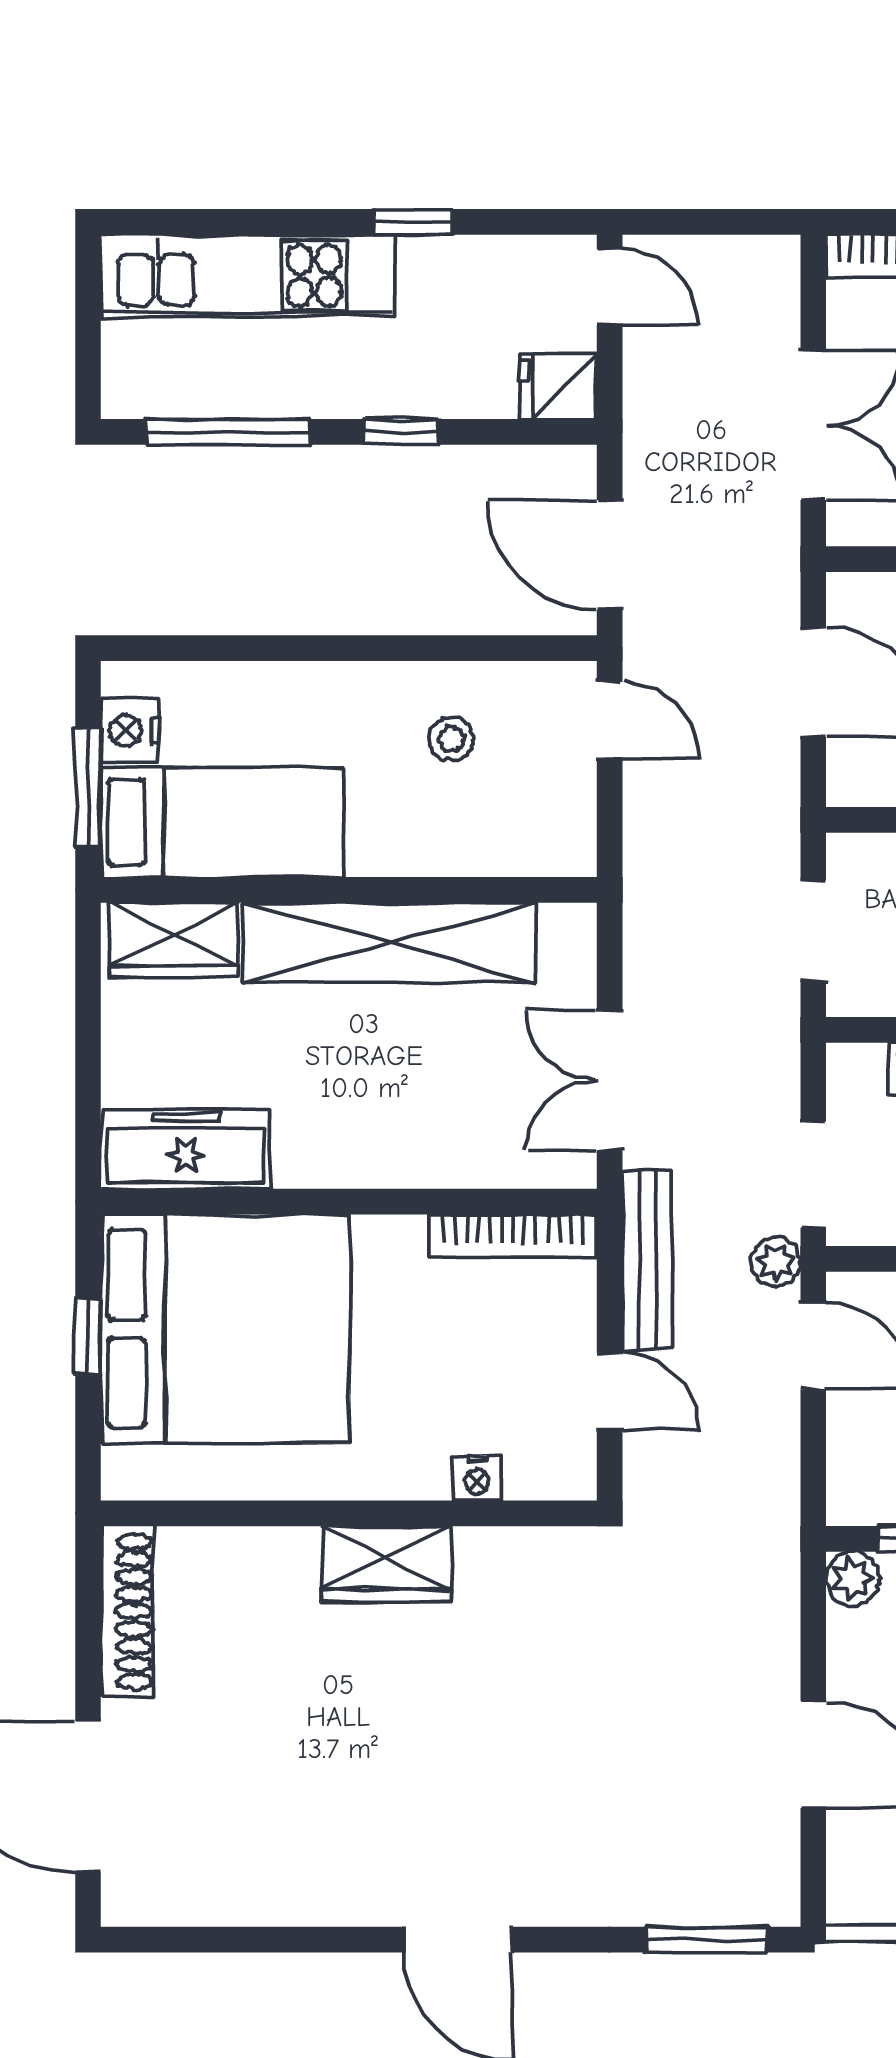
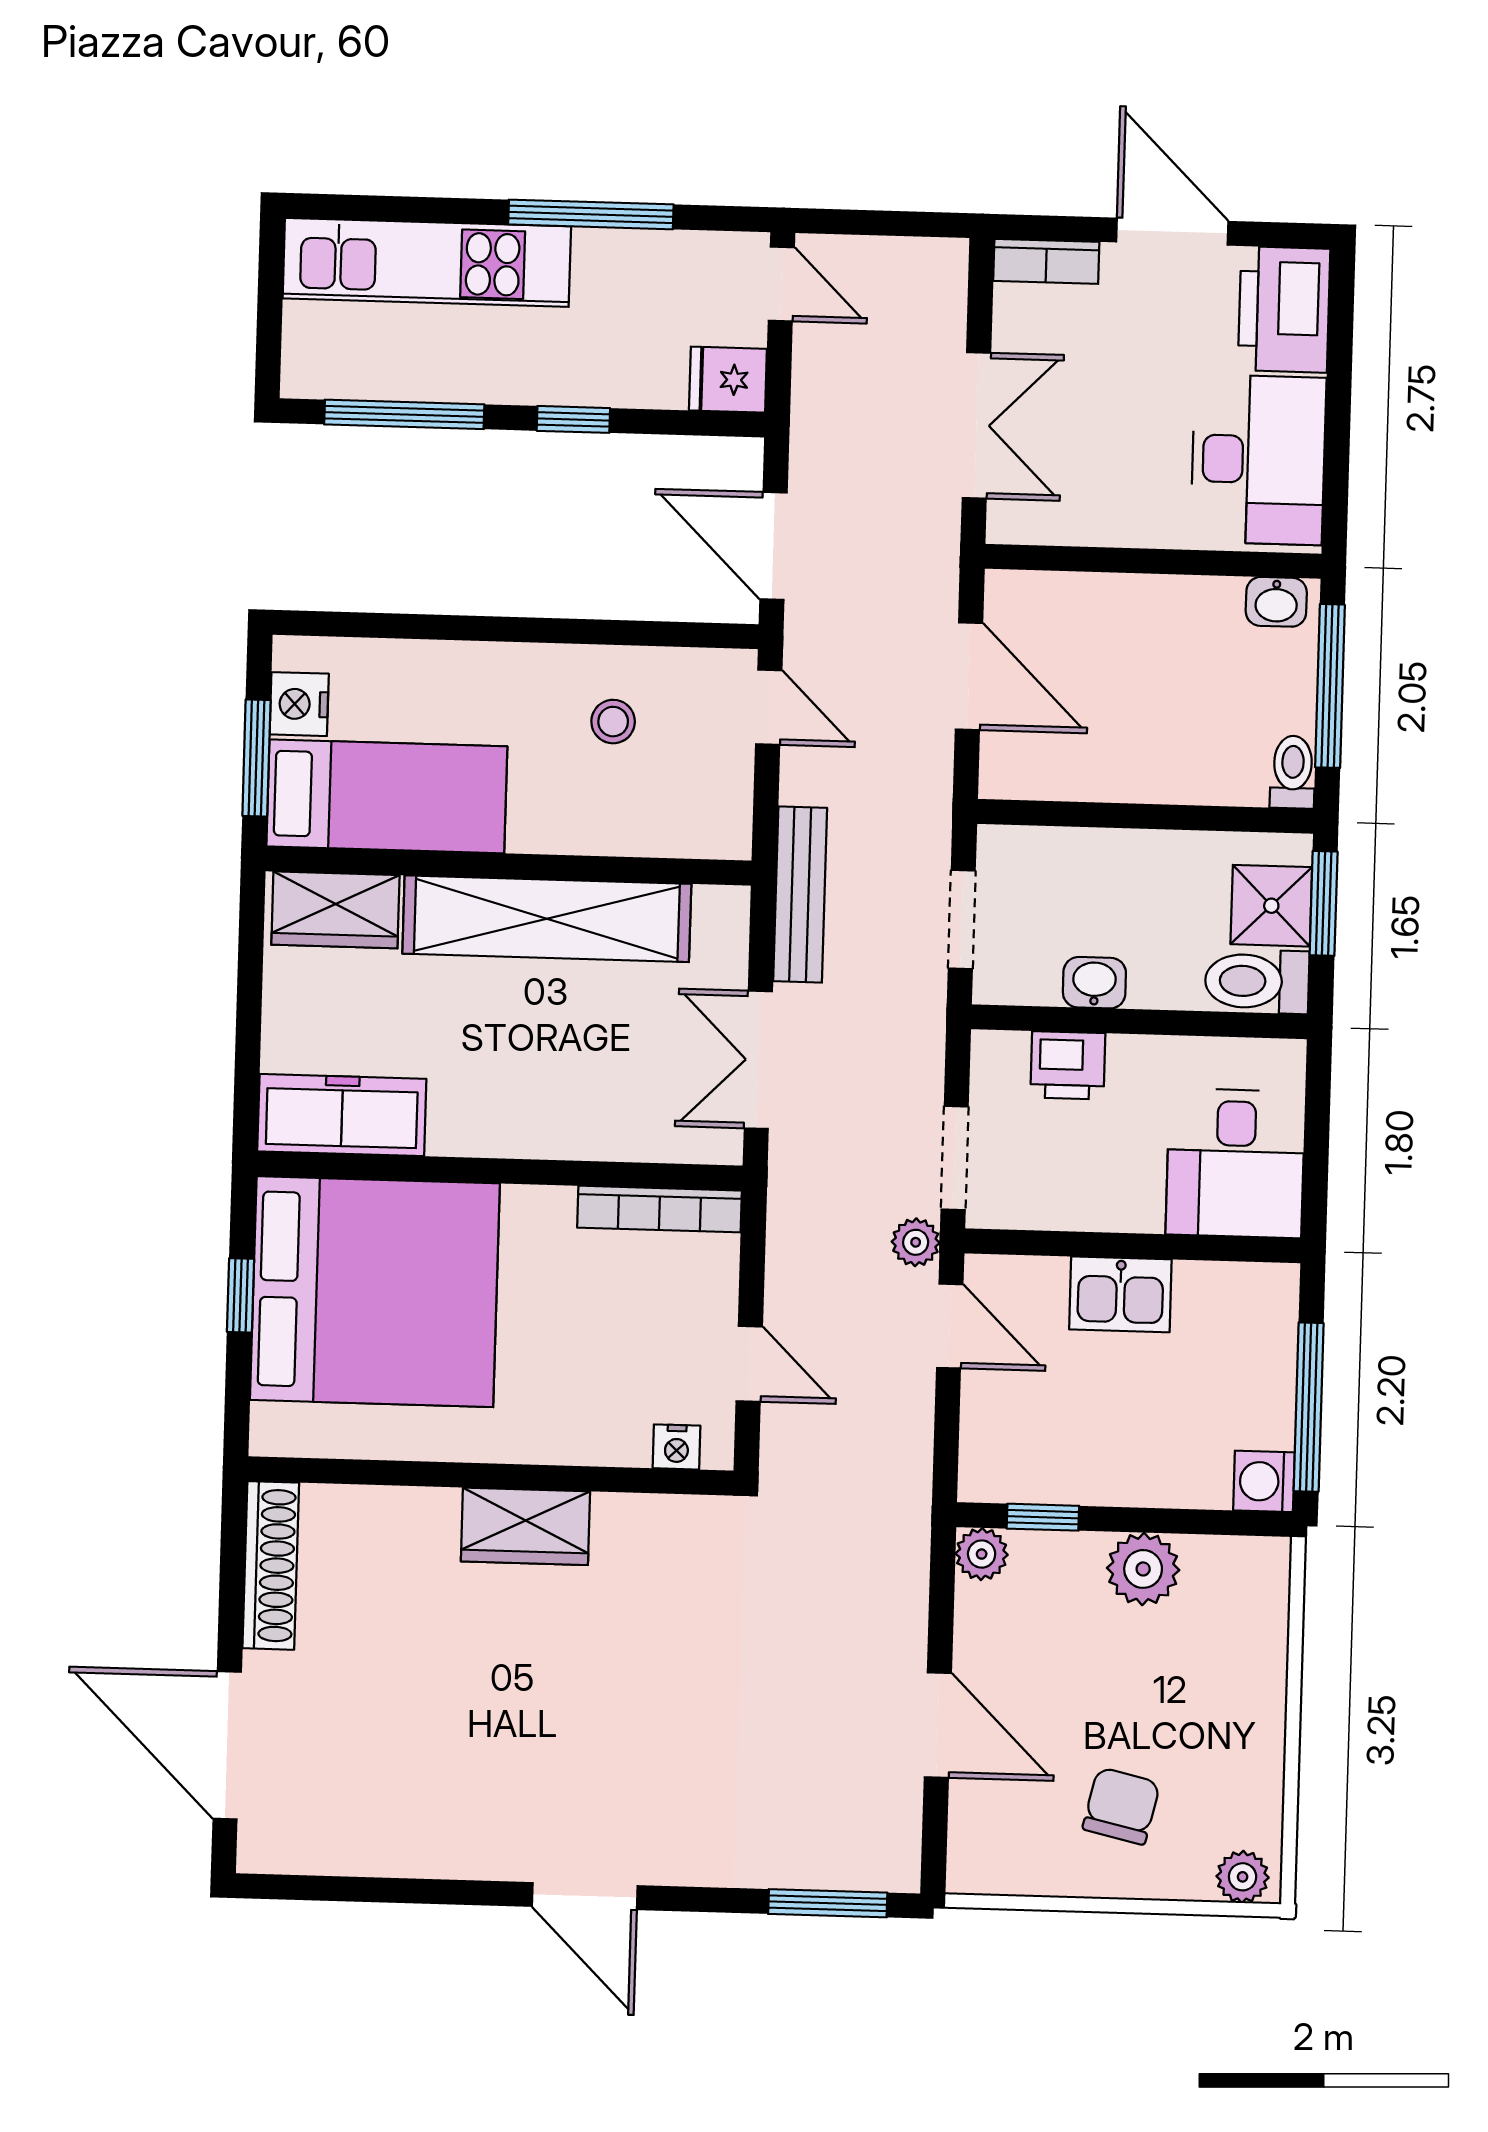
window: (413, 222) -> (591, 214), width x2.17
bench: (647, 1260) -> (800, 895), moved
nightstand: (477, 1478) -> (677, 1447), moved

